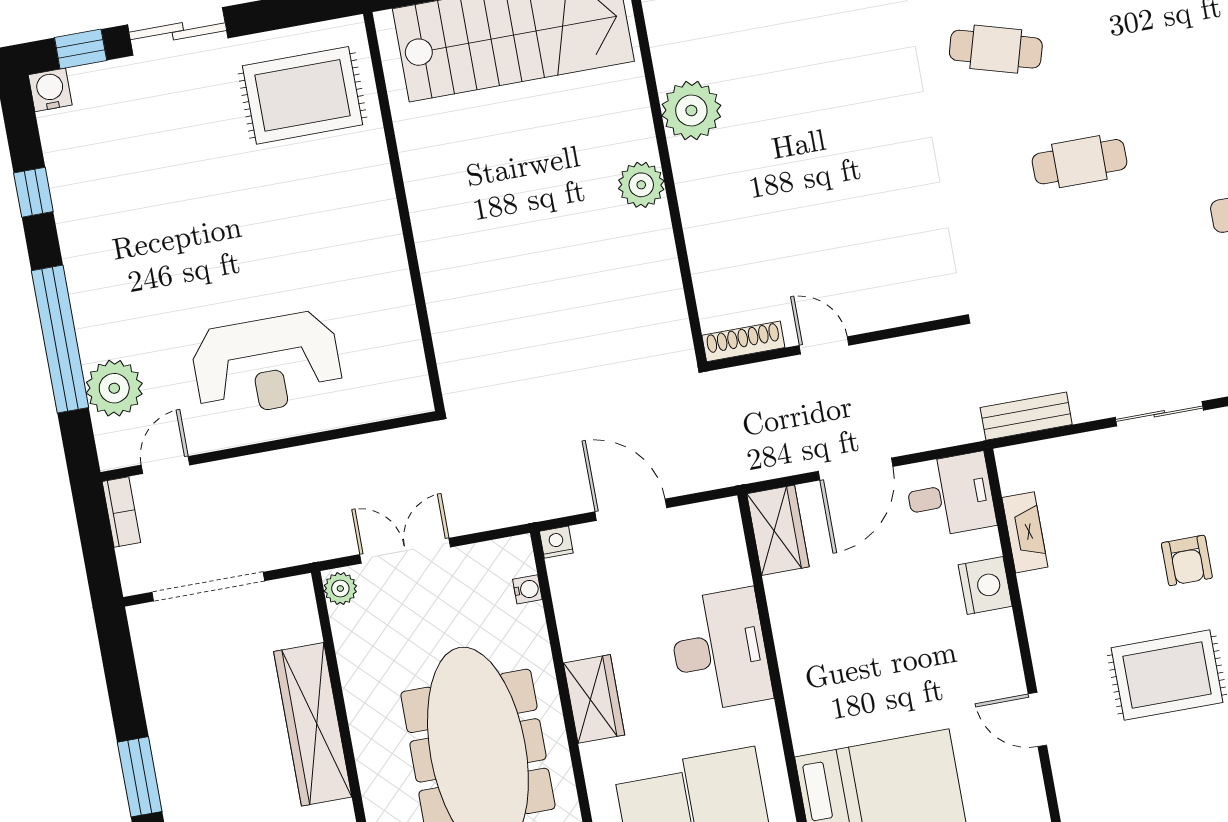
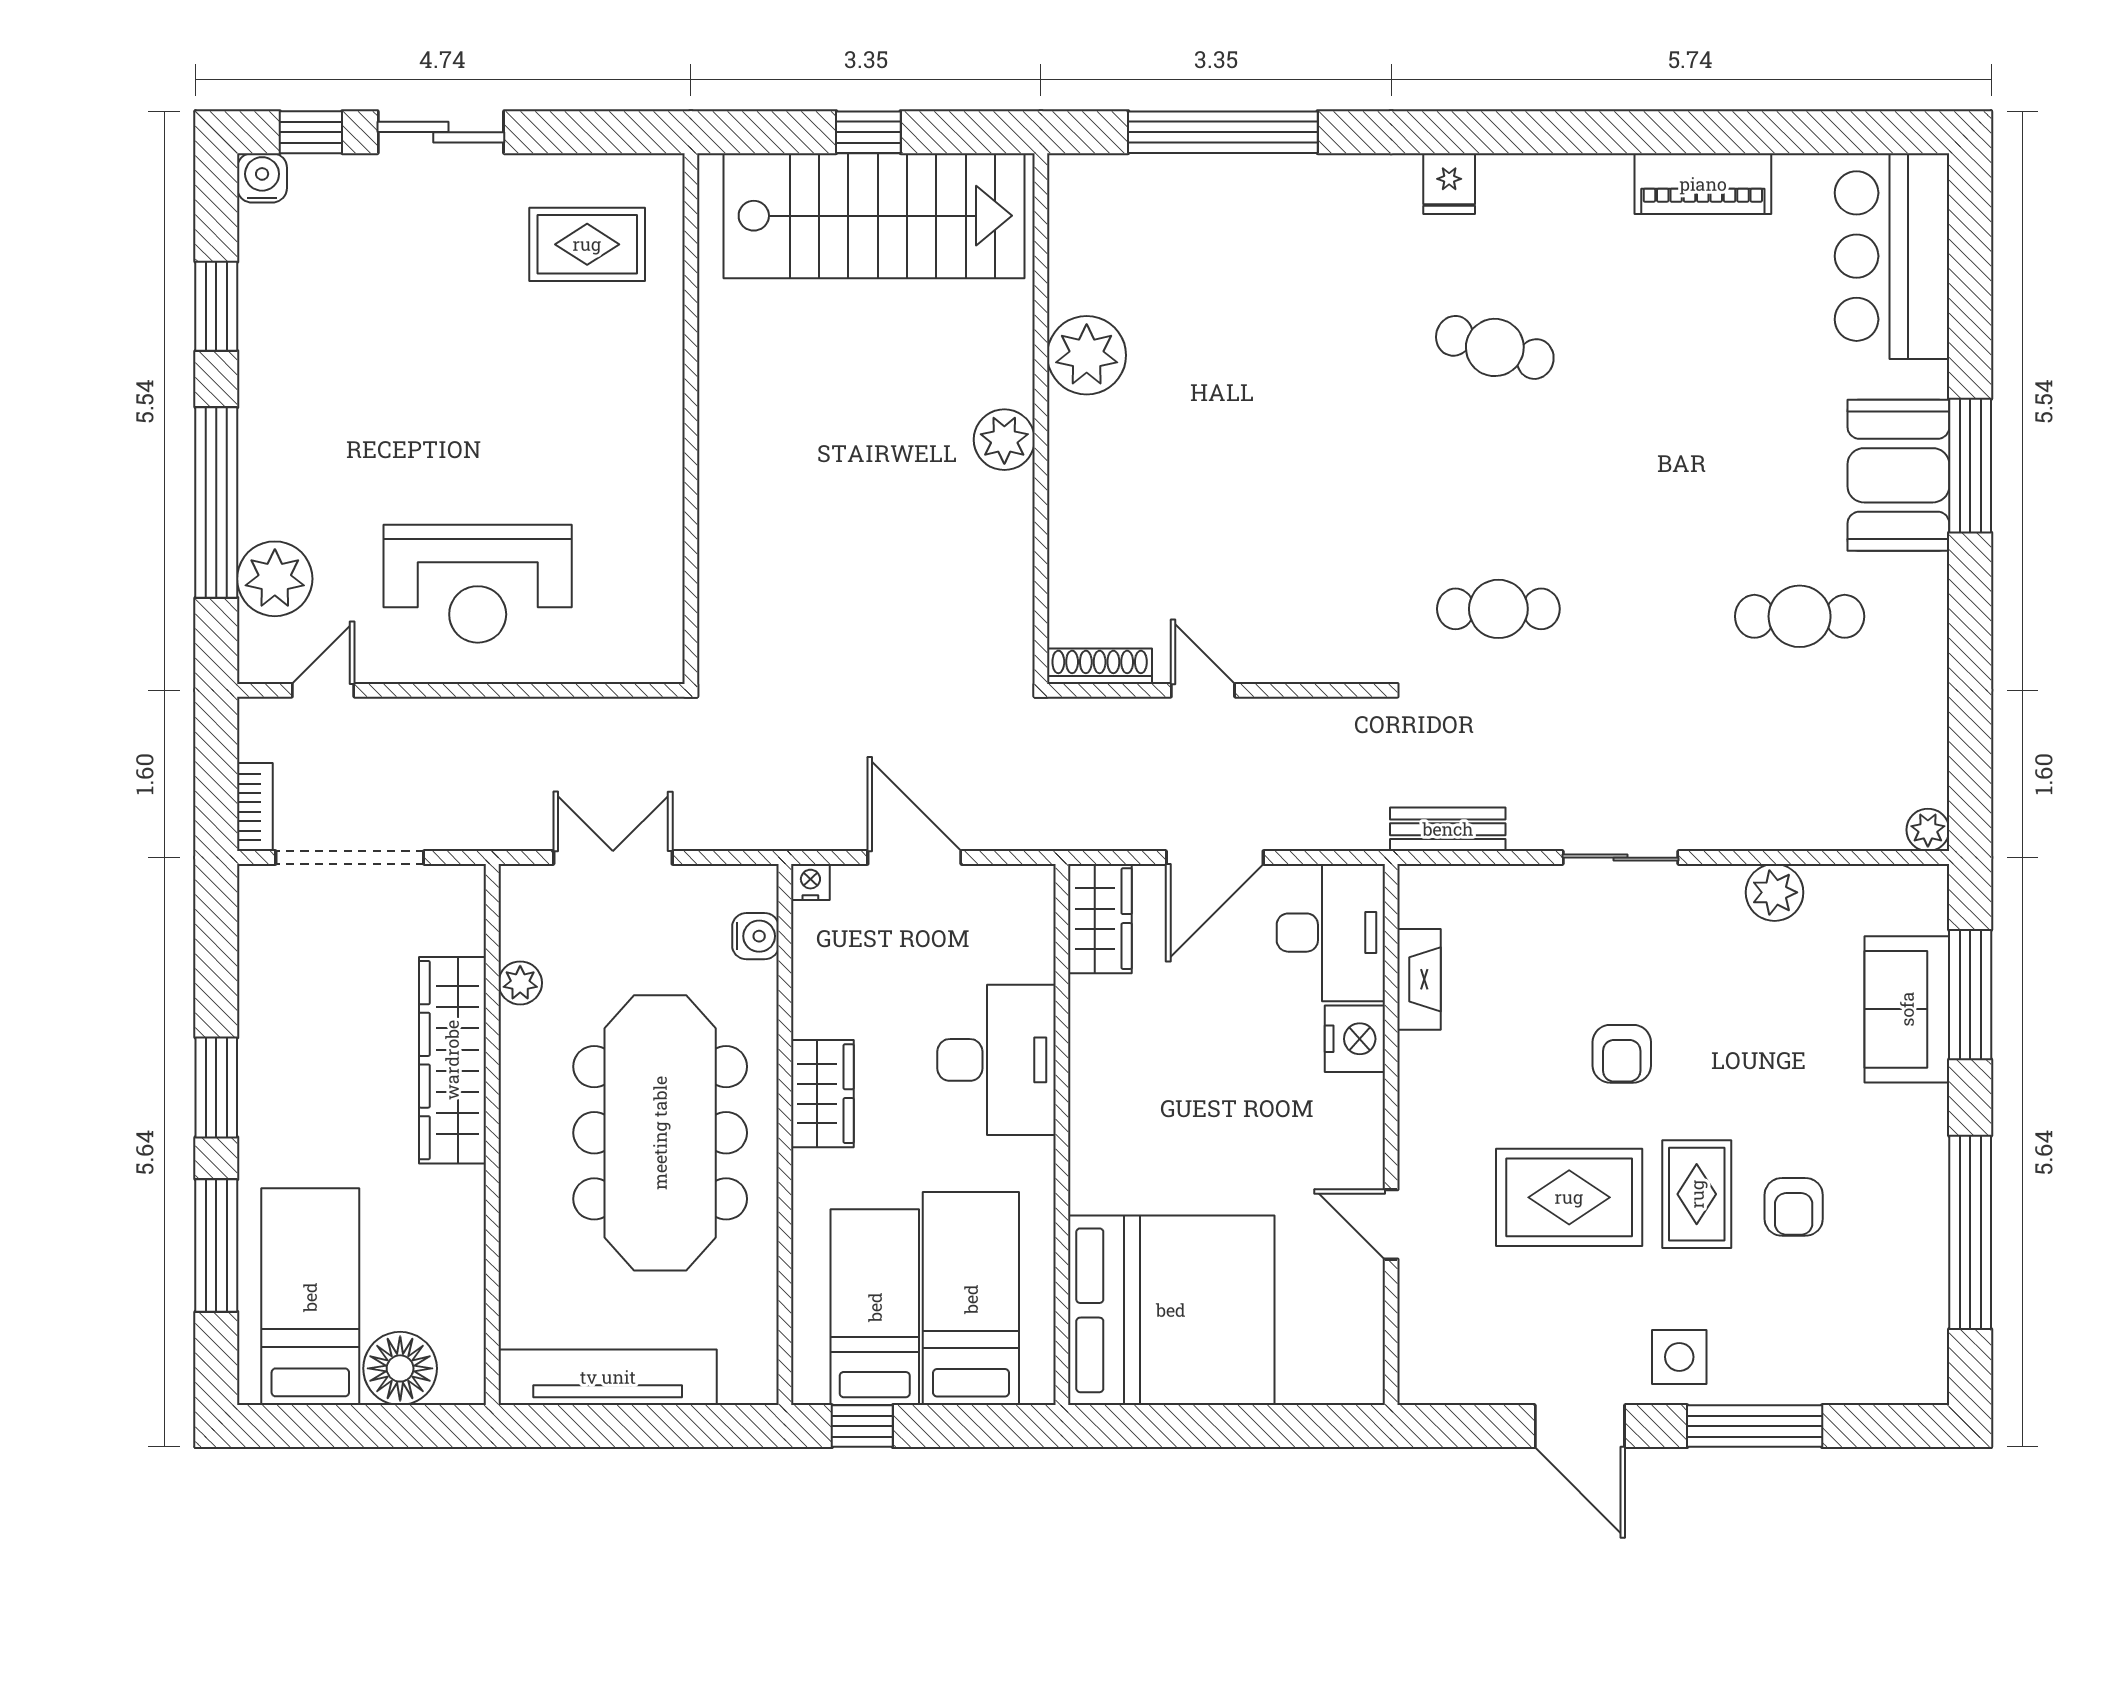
rug: (302, 95) -> (587, 244), width x0.73, depth x0.70
cafe table: (1079, 162) -> (1498, 609), moved
window: (33, 192) -> (216, 306), width x1.50
desk: (950, 495) -> (1331, 933), width x1.37
bookcase: (121, 512) -> (255, 807), moved
plant: (340, 589) -> (520, 983), moved
water cooler: (527, 589) -> (755, 936), width x1.38, depth x1.38

